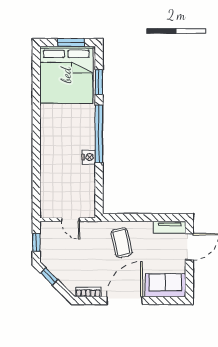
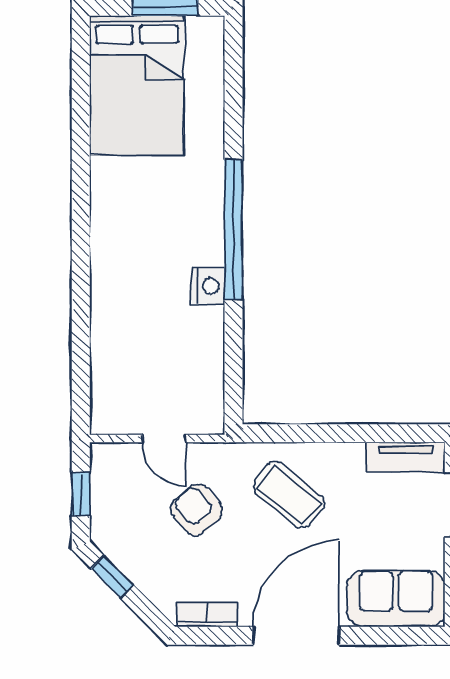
bed: (66, 75) -> (137, 85), width x0.73
window: (99, 82) -> (233, 103), removed
coffee table: (122, 243) -> (289, 495), turned -38
armchair: (84, 249) -> (197, 510), added

